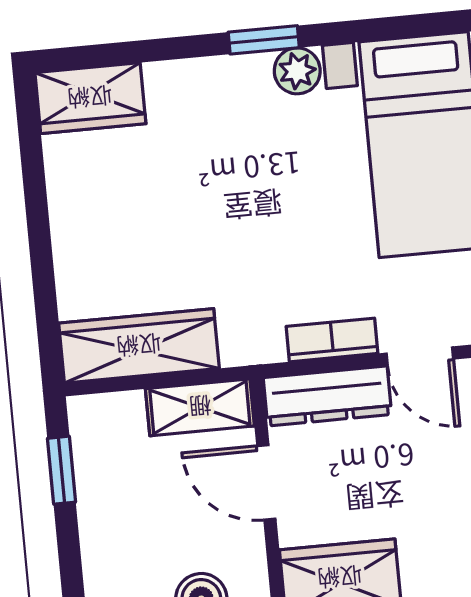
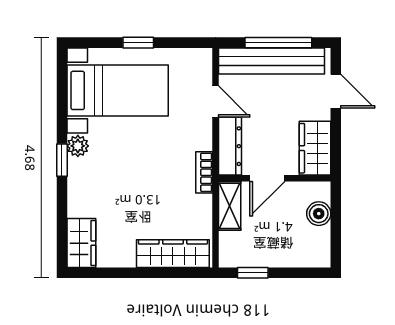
bookcase: (332, 340) -> (204, 172), moved
wardrobe: (139, 346) -> (173, 254), moved, turned 90
door: (420, 356) -> (216, 102), hinge flipped

